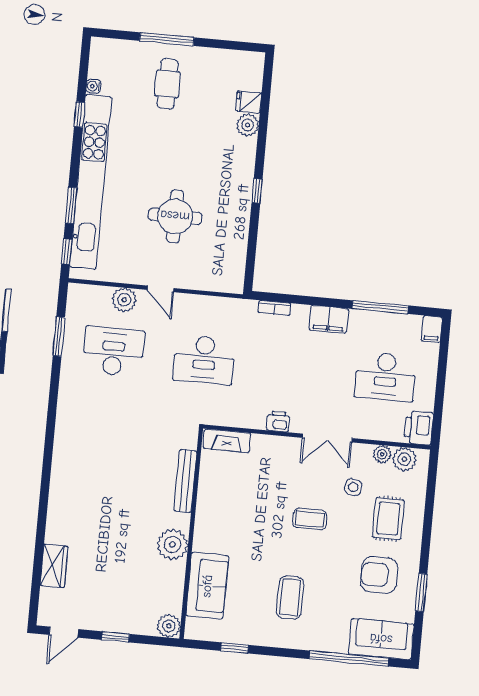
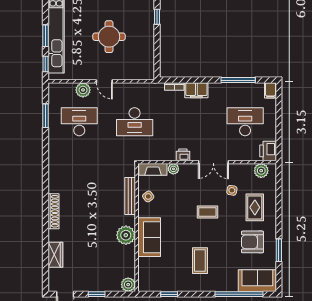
filing cabinet: (329, 319) -> (196, 90), moved
desk: (385, 377) -> (245, 122), turned 180
plant: (382, 454) -> (173, 169), moved
side table: (215, 484) -> (148, 196), added
shoe rack: (57, 494) -> (54, 211), added
sofa: (207, 586) -> (149, 237), moved

